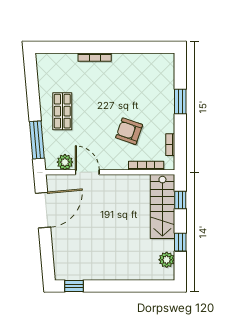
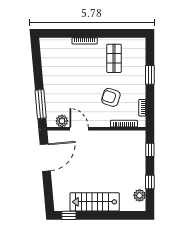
shop shelf: (62, 111) -> (114, 58), moved
stairs: (162, 207) -> (95, 202), moved, turned 90

